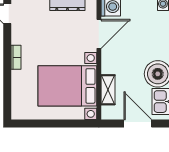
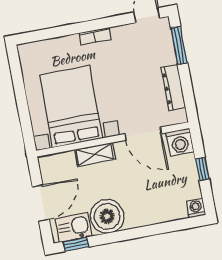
shelving: (108, 90) -> (95, 155), moved

